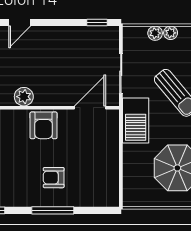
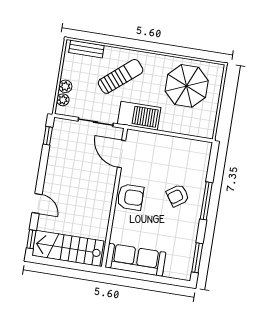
plant: (171, 33) -> (63, 100), moved
plant: (24, 97) -> (103, 210), removed
armchair: (54, 178) -> (178, 196), turned 55

